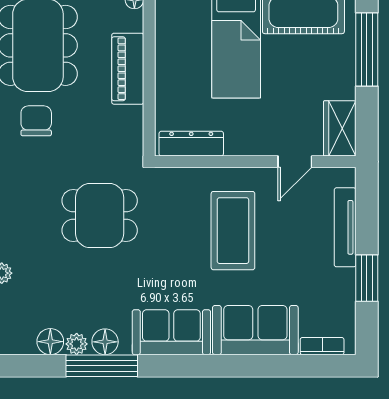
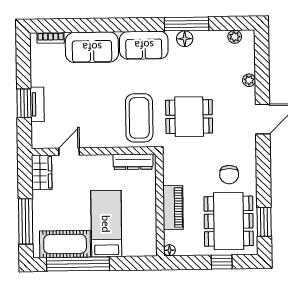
tv unit: (345, 227) -> (37, 104), width x0.71
coffee table: (233, 231) -> (139, 118), moved
window: (367, 278) -> (24, 103), moved
floor lamp: (50, 342) -> (218, 38), removed
plant: (77, 344) -> (235, 37), moved

